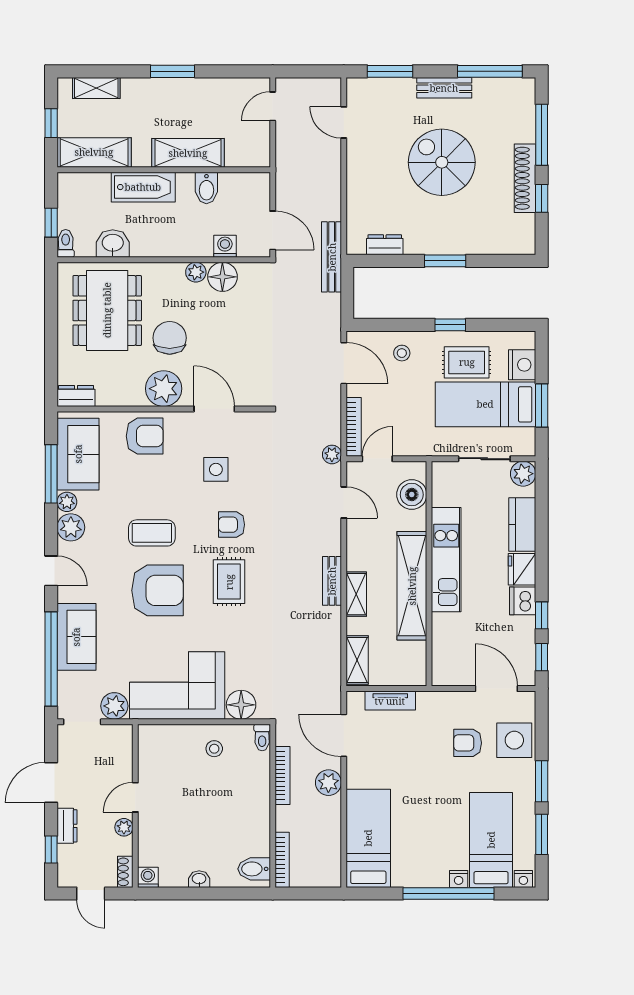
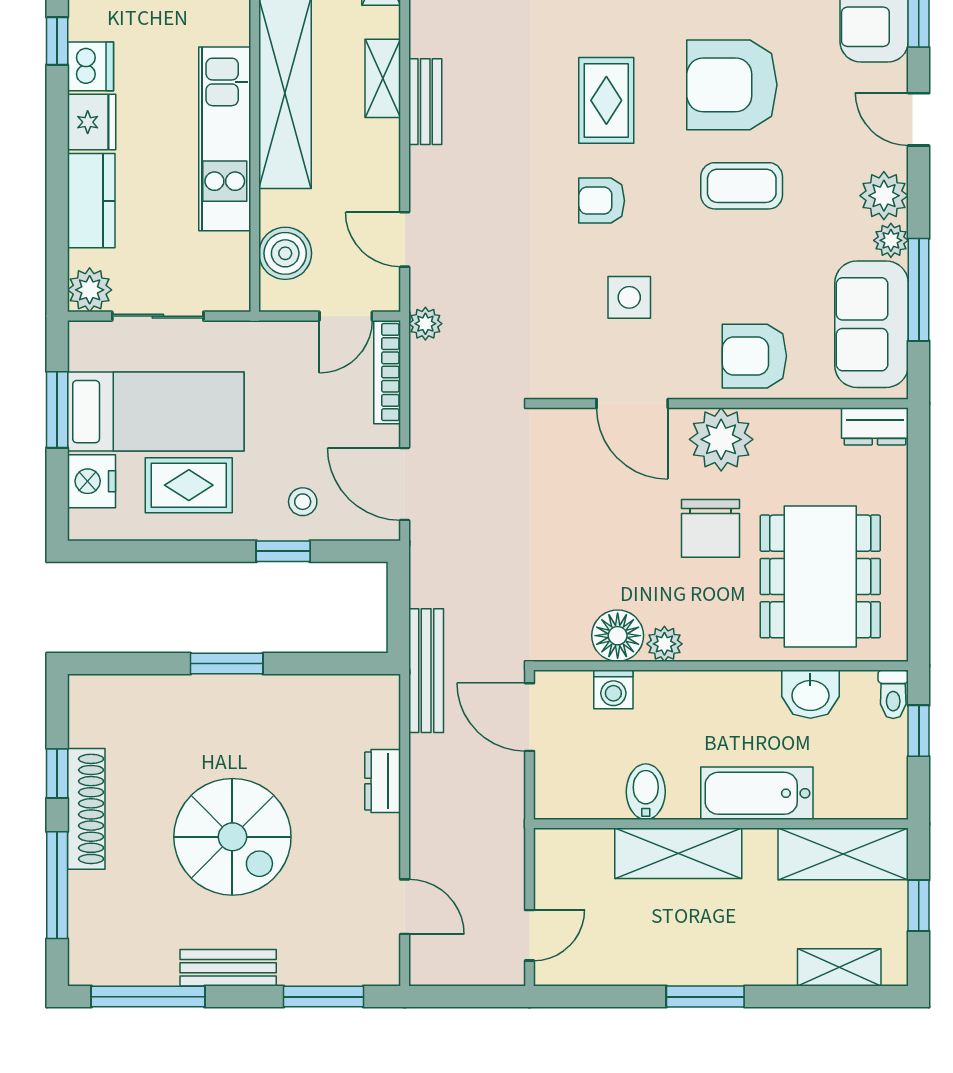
dresser: (385, 245) -> (383, 781), moved, turned 90
window: (450, 325) -> (283, 551), moved
armchair: (232, 525) -> (602, 201), turned 180

